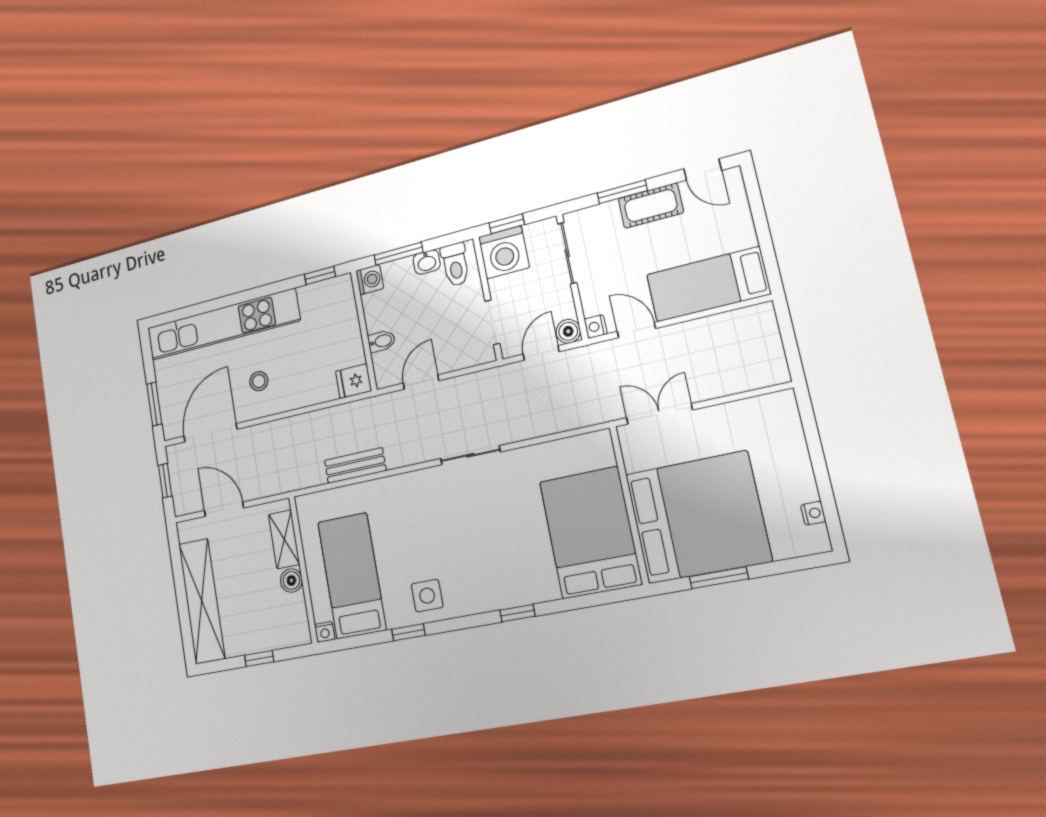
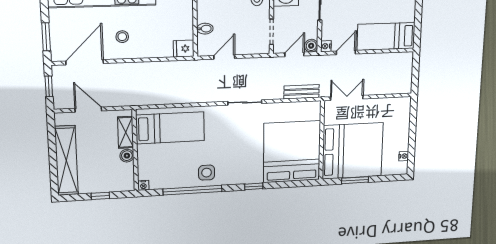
door: (636, 330) -> (346, 52), hinge flipped
bench: (355, 466) -> (302, 92), moved
bed: (590, 533) -> (292, 152), width x1.36
bed: (352, 576) -> (170, 128), moved, turned 90
window: (408, 632) -> (193, 190), width x3.17

